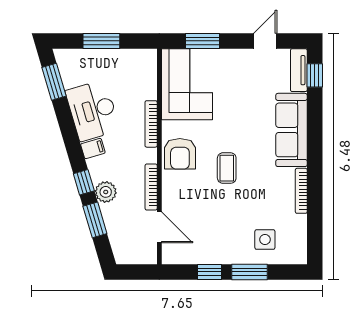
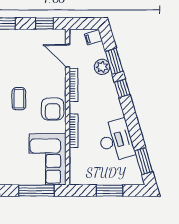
window: (202, 41) -> (36, 191), width x1.44
filing cabinet: (93, 148) -> (93, 37), moved
armchair: (180, 154) -> (53, 109), turned 180
plant: (106, 192) -> (102, 67), moved
window: (210, 272) -> (44, 24), moved

